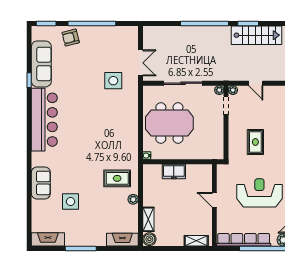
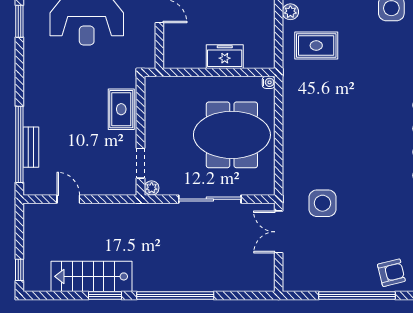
door: (256, 83) -> (68, 199), moved
plant: (233, 90) -> (129, 188), removed
rug: (255, 142) -> (121, 109), moved

